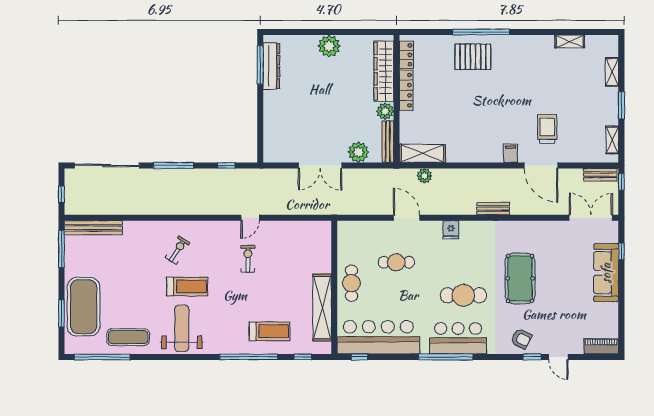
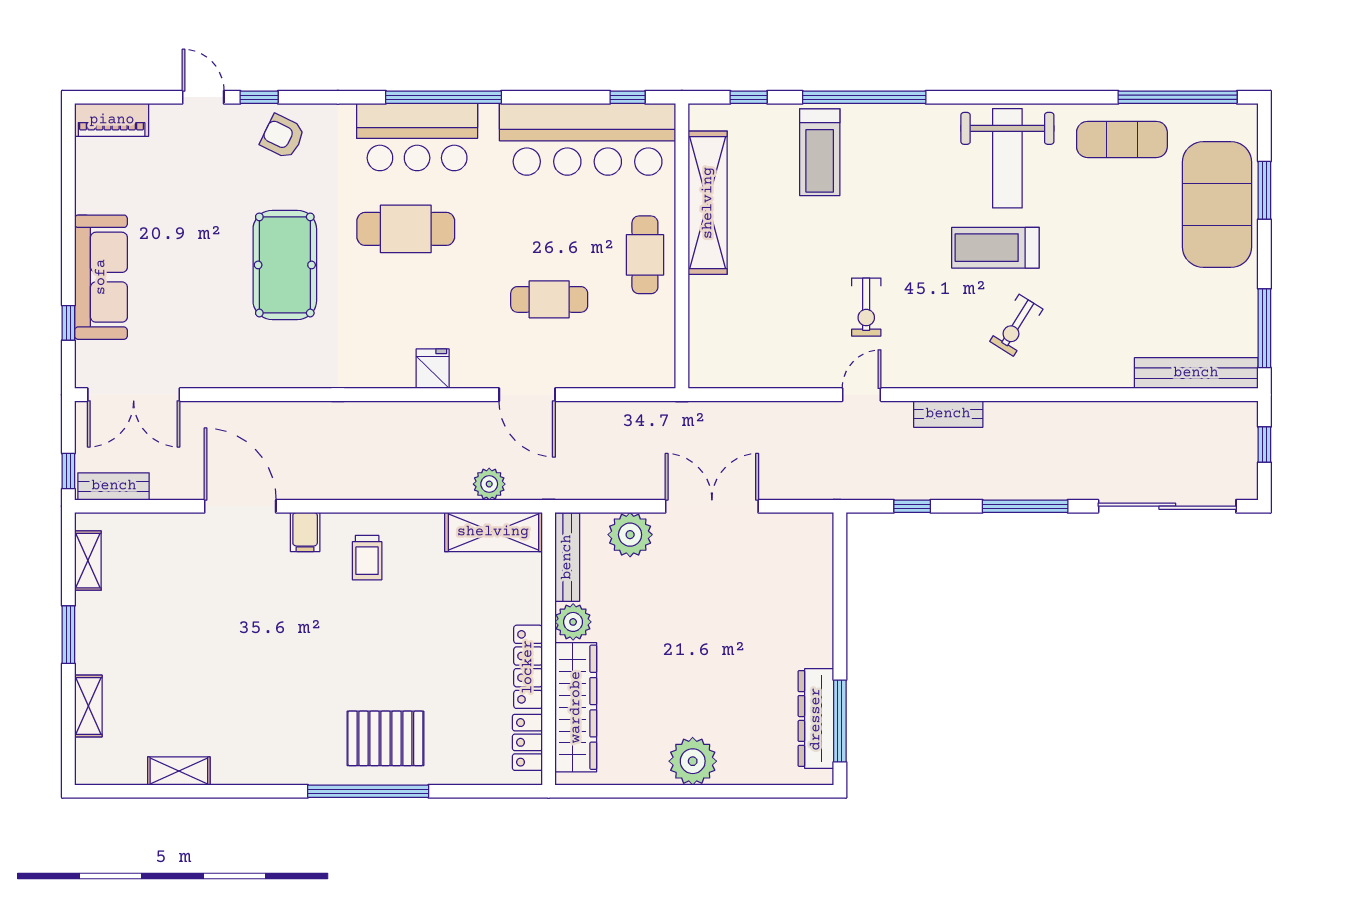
trolley: (547, 129) -> (367, 558), moved, width x0.73, depth x0.72
bench: (493, 209) -> (948, 414), moved
treadmill: (270, 331) -> (820, 152), turned -90

